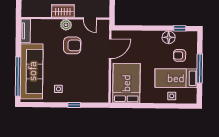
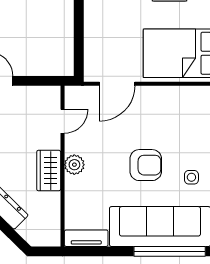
armchair: (72, 45) -> (146, 165), moved, turned 90
door: (110, 49) -> (117, 84), swing flipped

